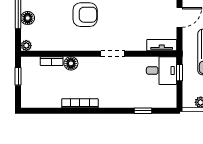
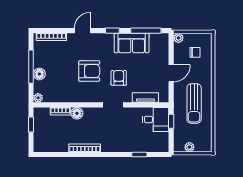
armchair: (119, 23) -> (119, 78), added
tv unit: (162, 45) -> (145, 97), moved

